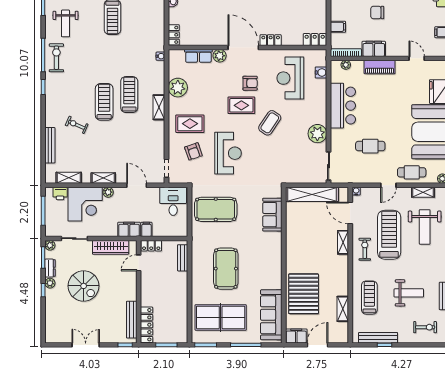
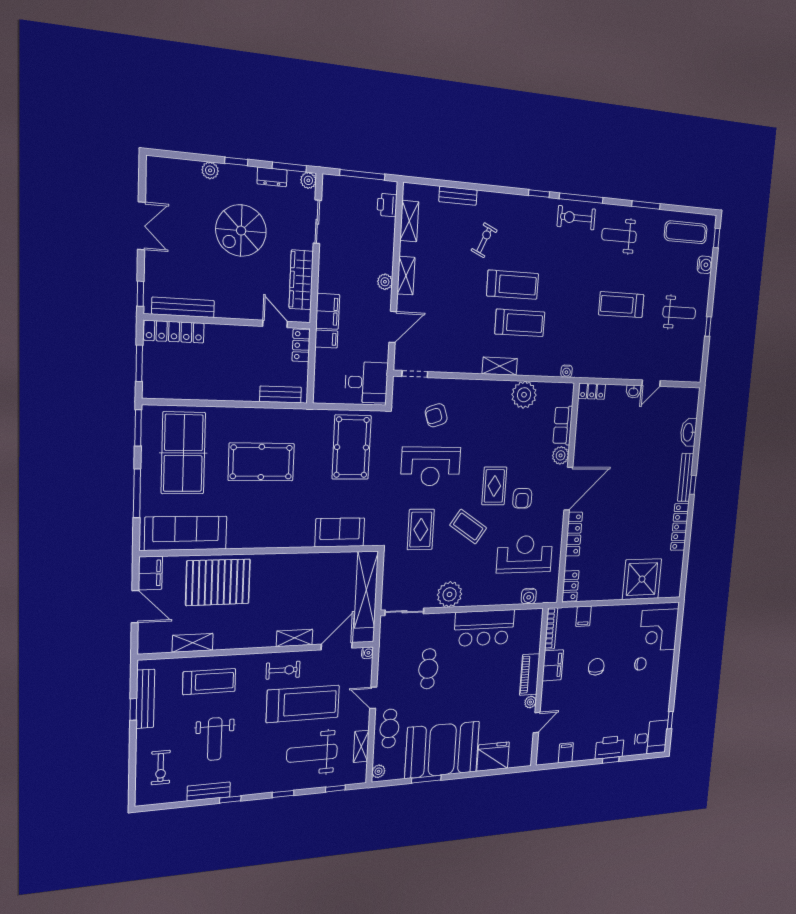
locker: (271, 40) -> (574, 534), width x1.53
exercise bike: (56, 58) -> (576, 218), turned 180
plant: (346, 65) -> (530, 702), moved
rug: (190, 124) -> (421, 529), moved
bench: (50, 145) -> (458, 196), width x0.73
corner desk: (85, 204) -> (369, 244), removed
plant: (50, 283) -> (210, 170), moved

